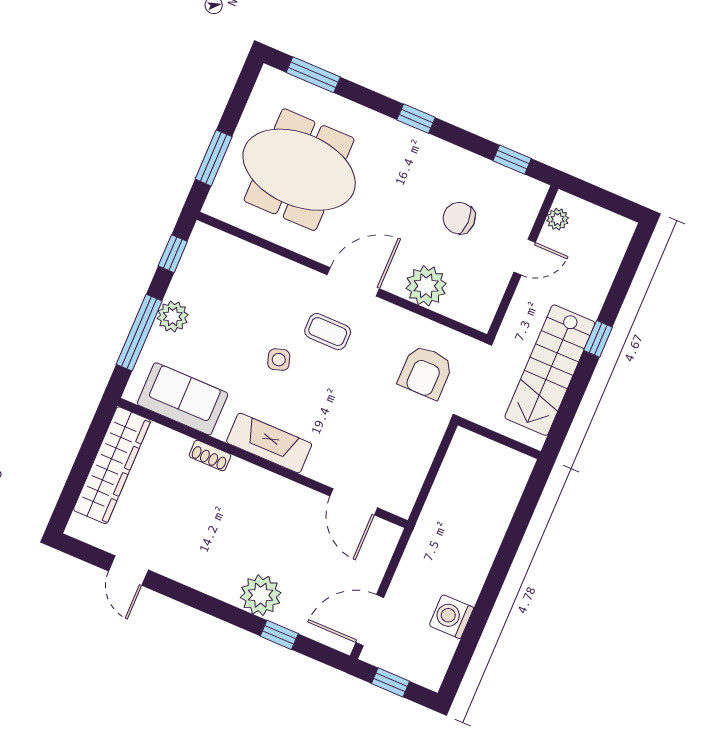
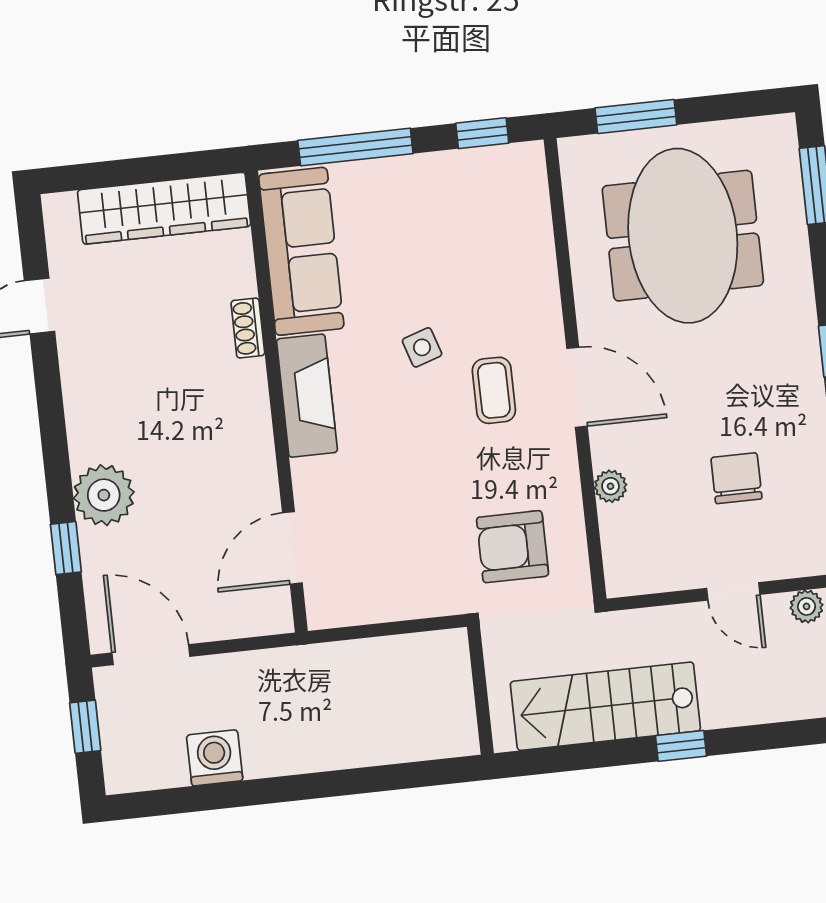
plant: (426, 286) -> (611, 486), width x0.53, depth x0.53
plant: (173, 316) -> (401, 179), removed
sofa: (183, 399) -> (301, 251), width x1.36

